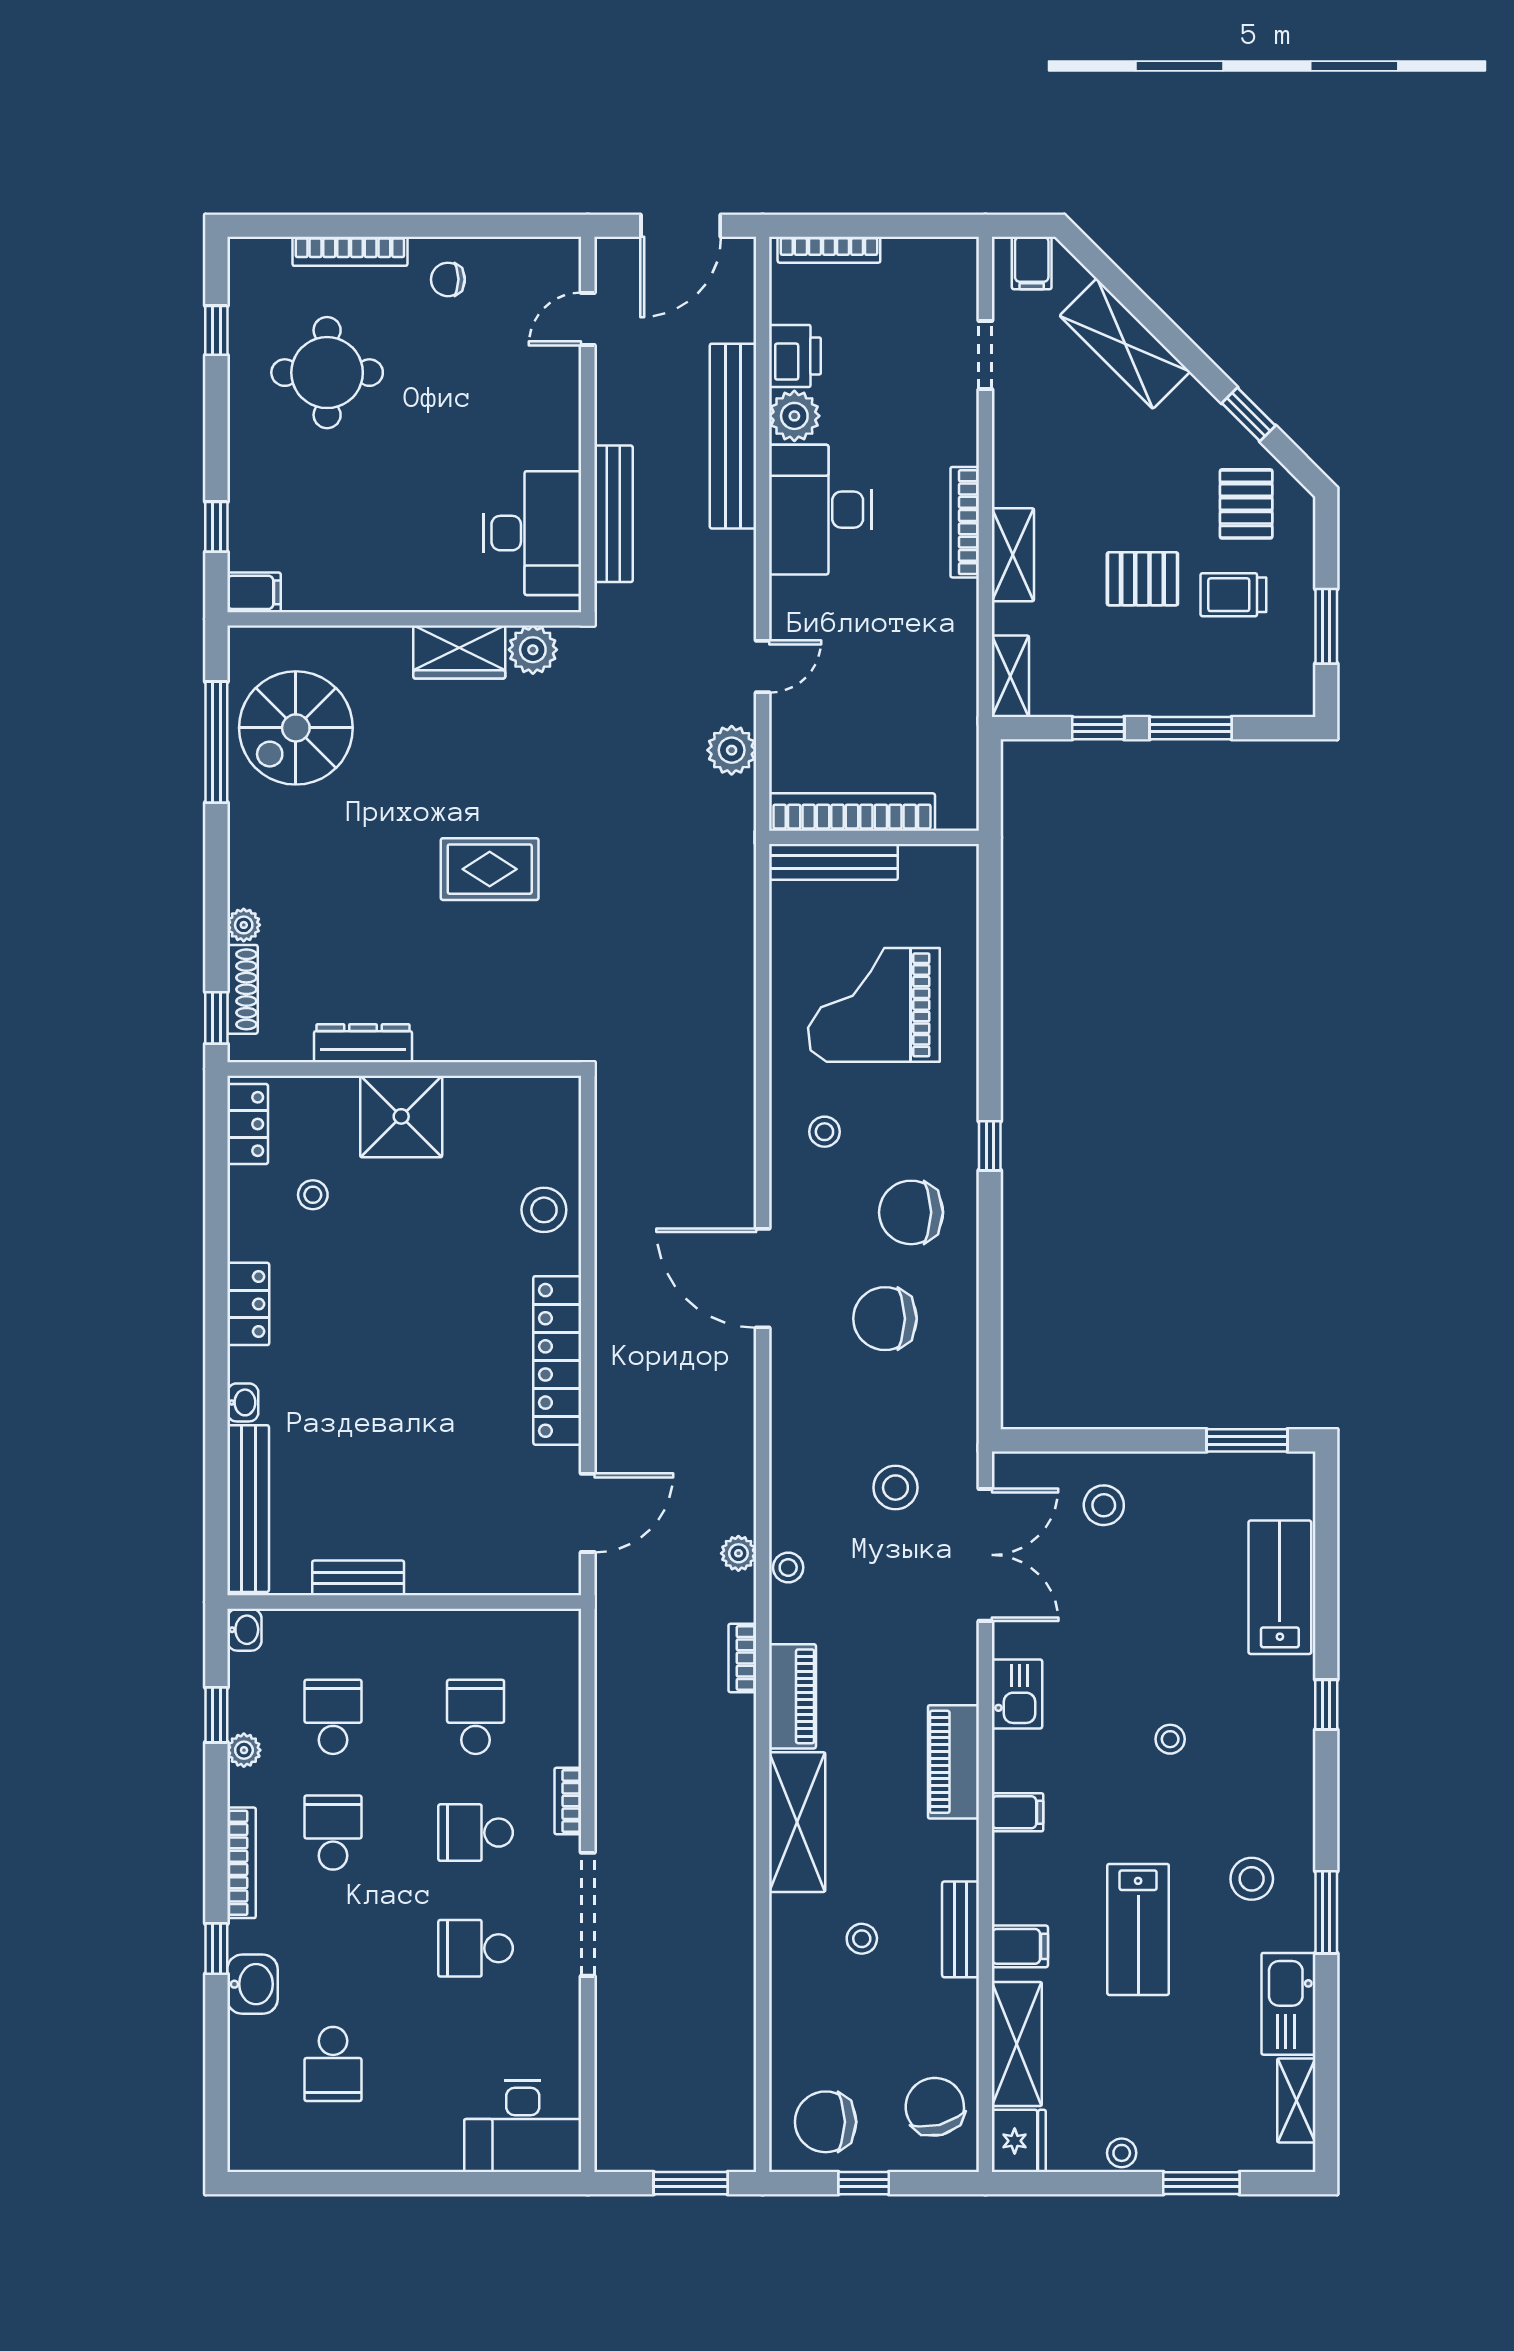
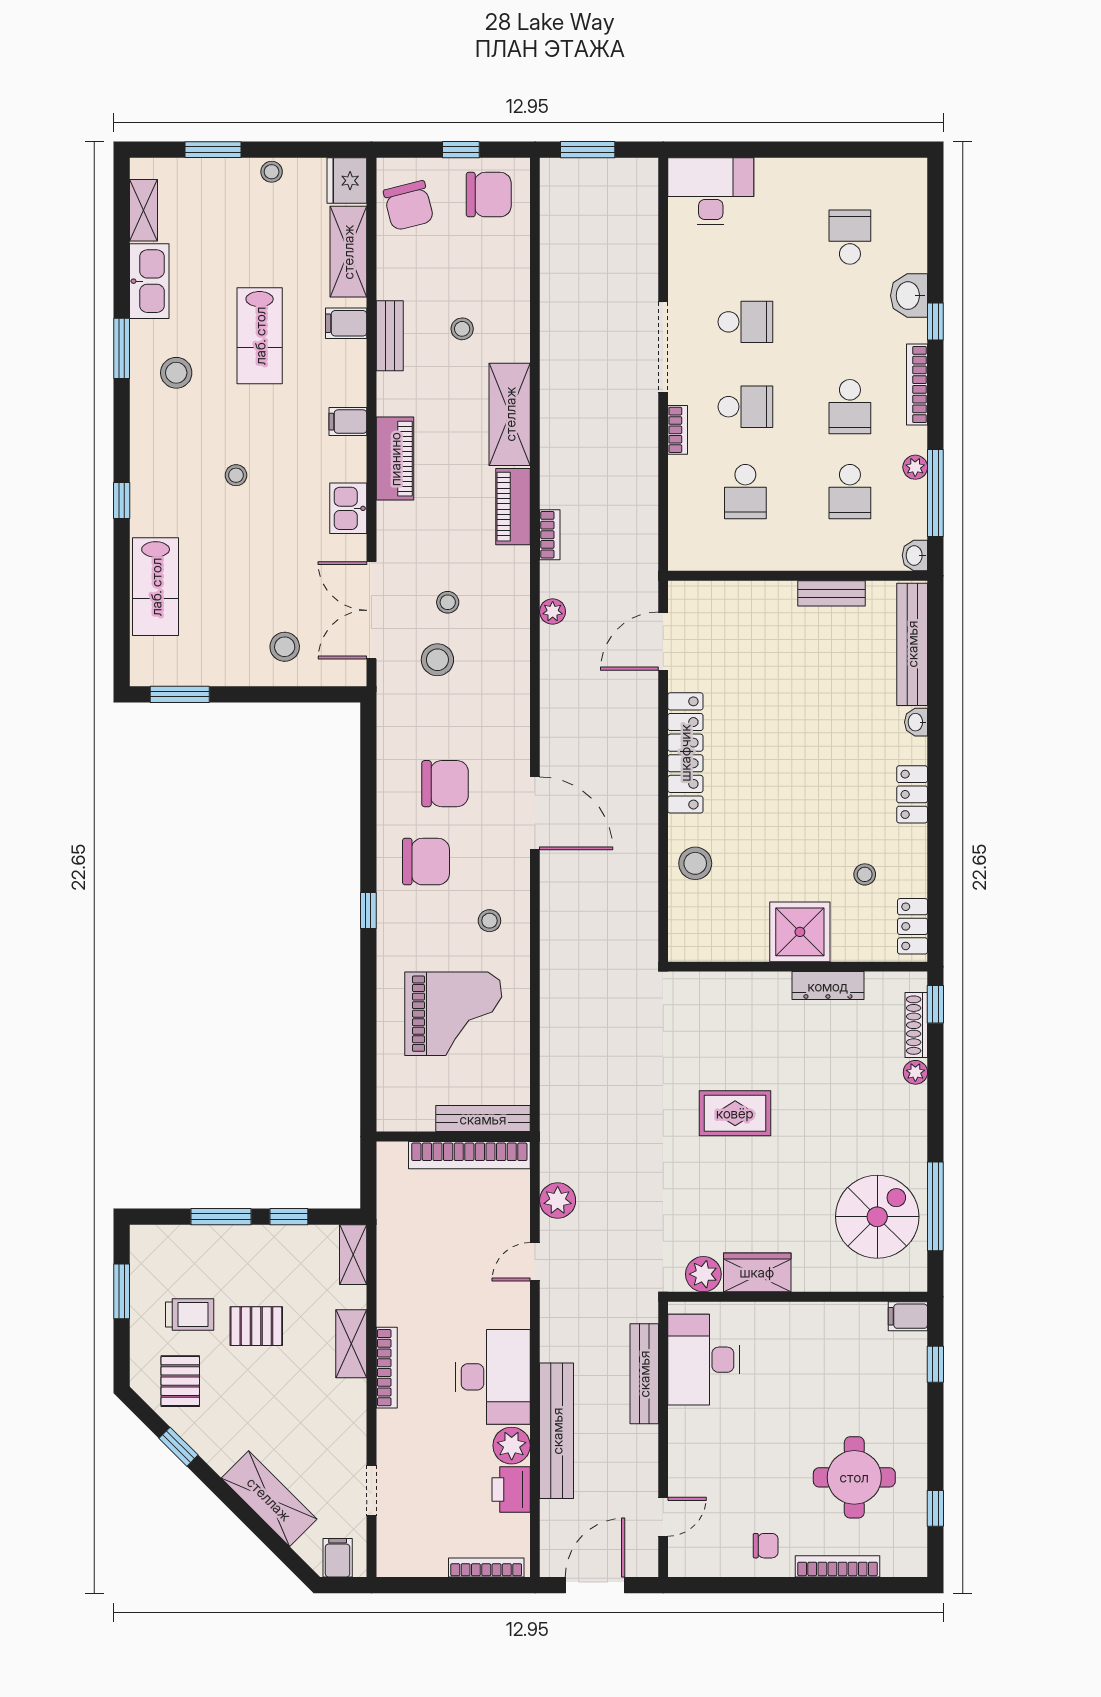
stool: (788, 1567) -> (448, 602), moved
window: (216, 1715) -> (935, 493), width x2.17
lab bench: (1138, 1929) -> (260, 336), turned 180

